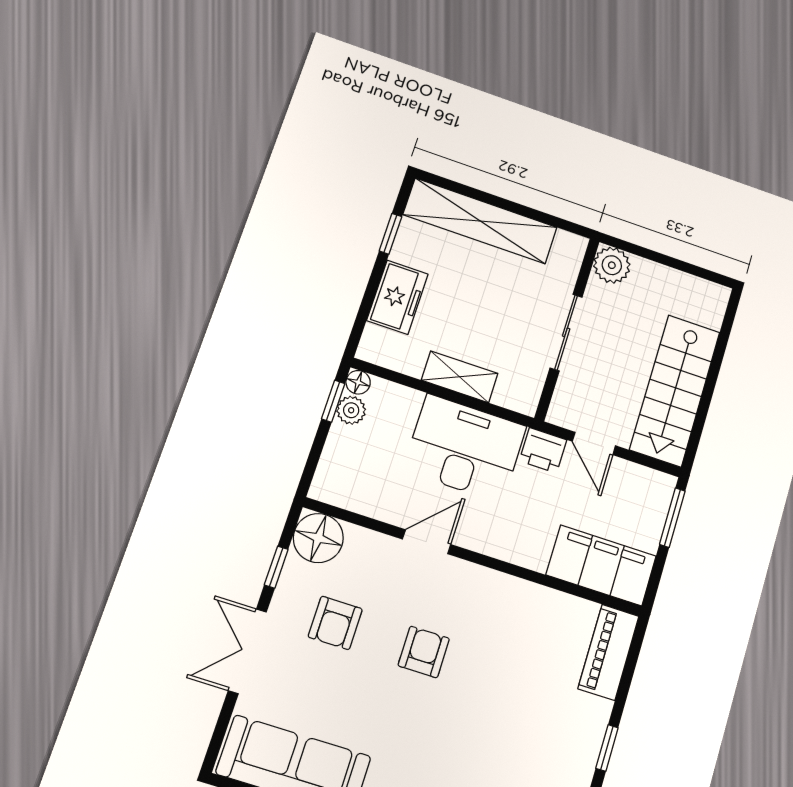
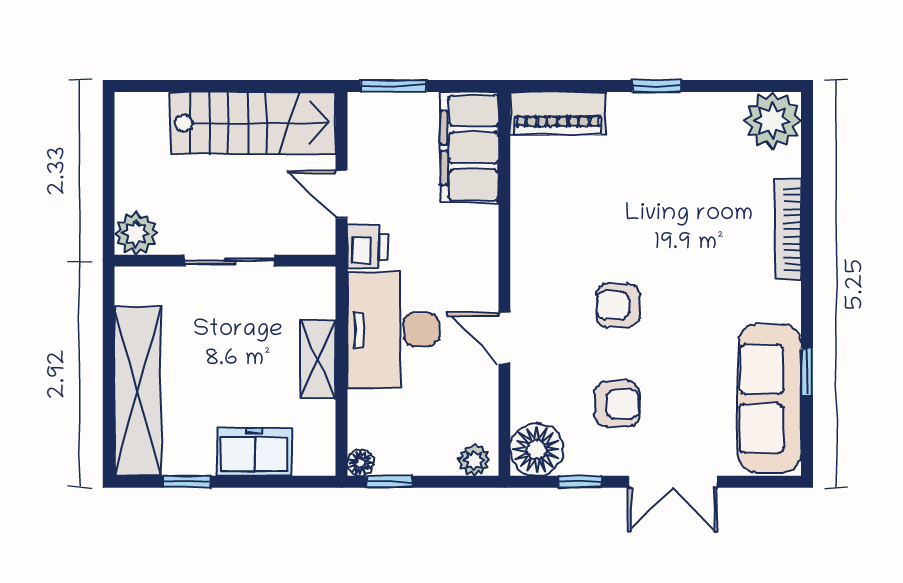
plant: (351, 410) -> (474, 460), moved
door: (594, 444) -> (341, 194), swing flipped

